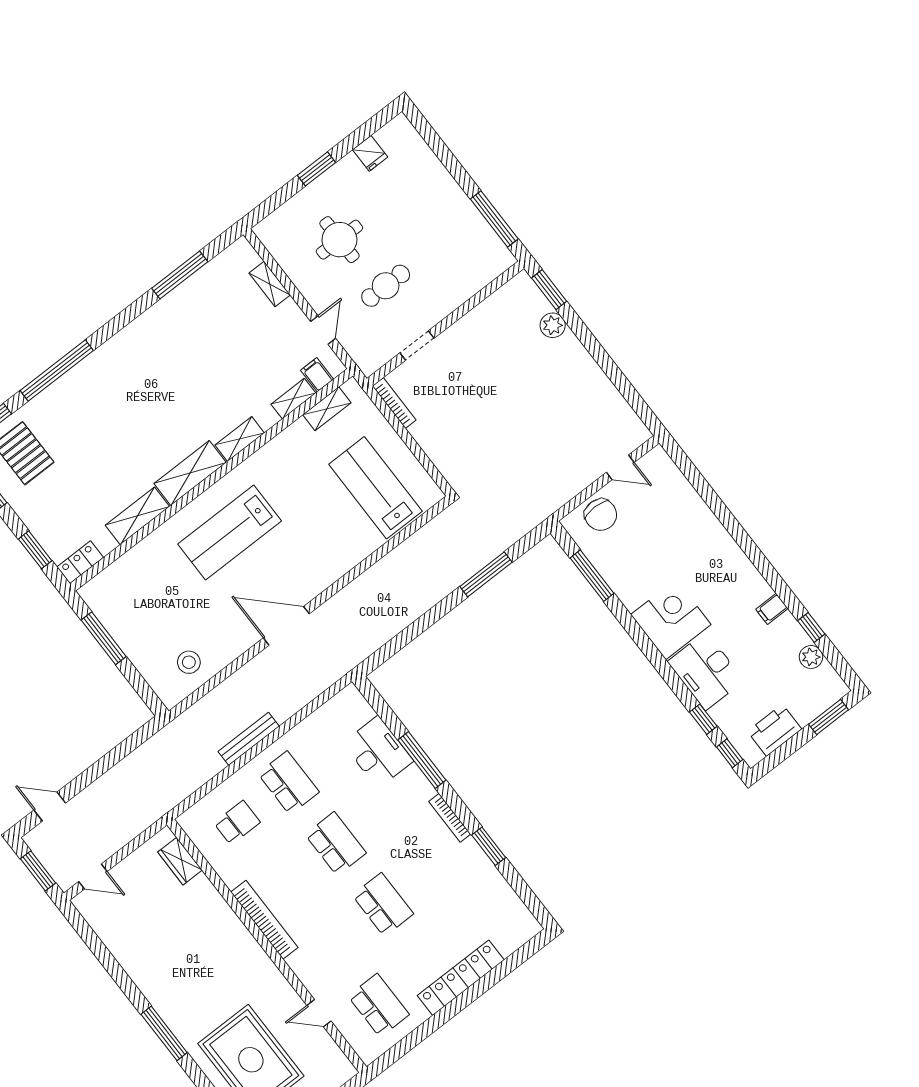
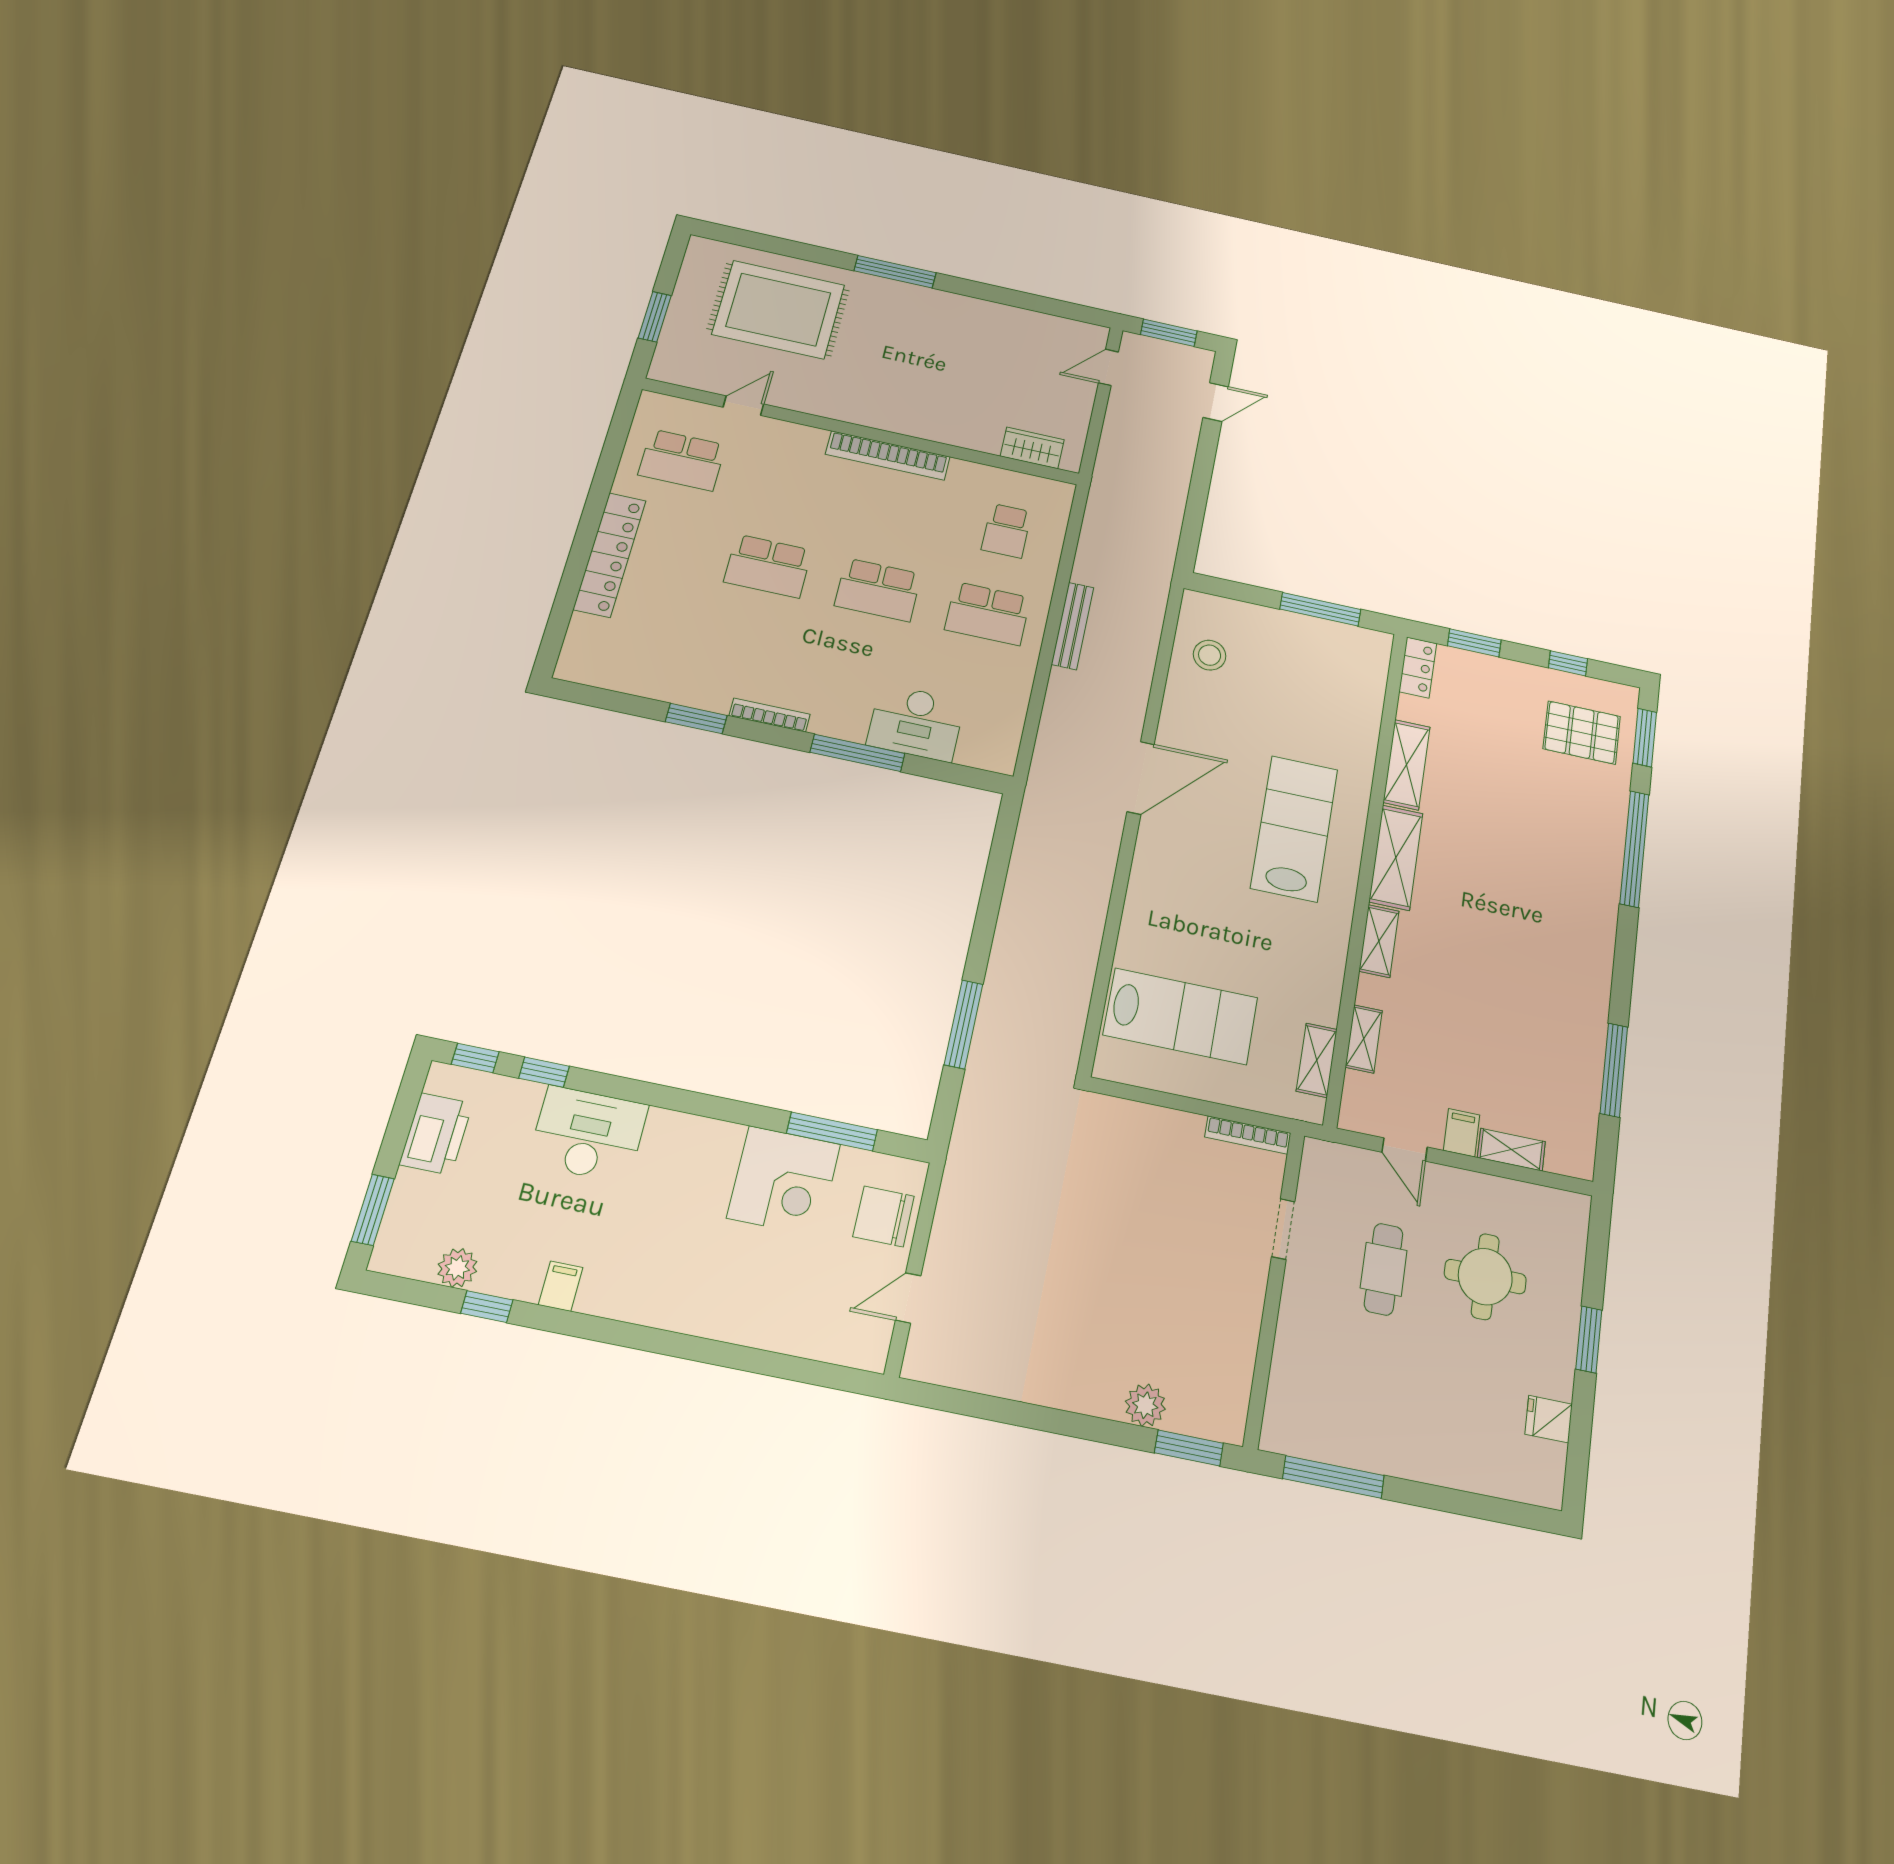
filing cabinet: (317, 375) -> (1462, 1133), moved, turned -90
corner desk: (671, 620) -> (784, 1181), moved

